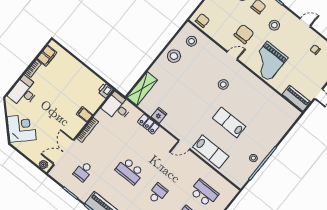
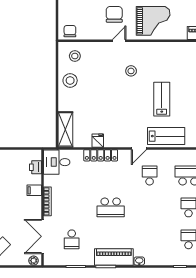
grand piano: (268, 61) -> (153, 21), turned -90
printer: (105, 90) -> (35, 167), moved
lab bench: (229, 122) -> (162, 99), turned 90
locker: (148, 124) -> (101, 155), width x1.53
school desk: (158, 193) -> (150, 176), moved

